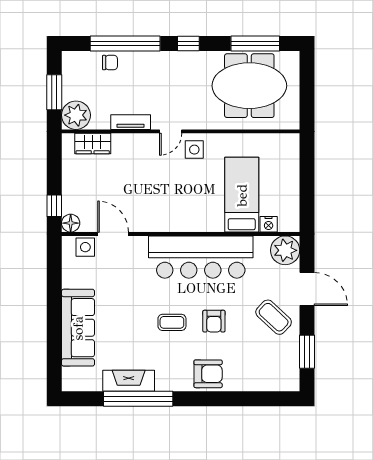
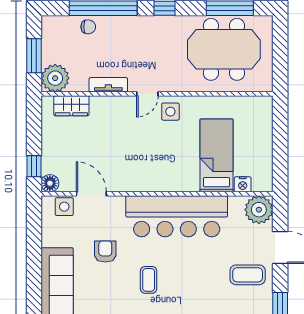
coffee table: (274, 317) -> (248, 275), turned -43
armchair: (214, 321) -> (105, 251), moved, turned 180
coffee table: (172, 322) -> (149, 280), turned 90

